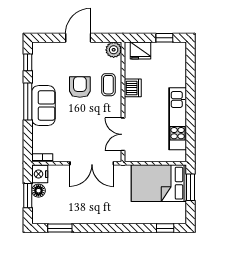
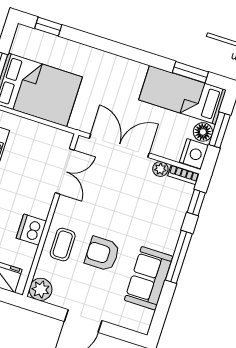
window: (28, 62) -> (196, 203), moved
armchair: (80, 87) -> (102, 254), turned 90
sofa: (43, 105) -> (149, 278), moved
plant: (59, 157) -> (160, 169), added
bed: (60, 211) -> (182, 95), added

